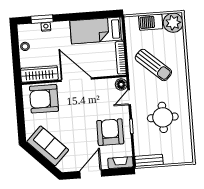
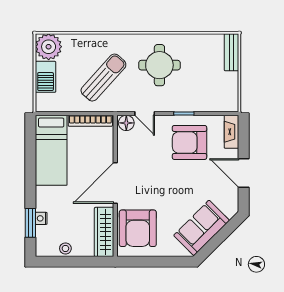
round table: (163, 117) -> (159, 65), moved
bench: (149, 160) -> (231, 52), moved

